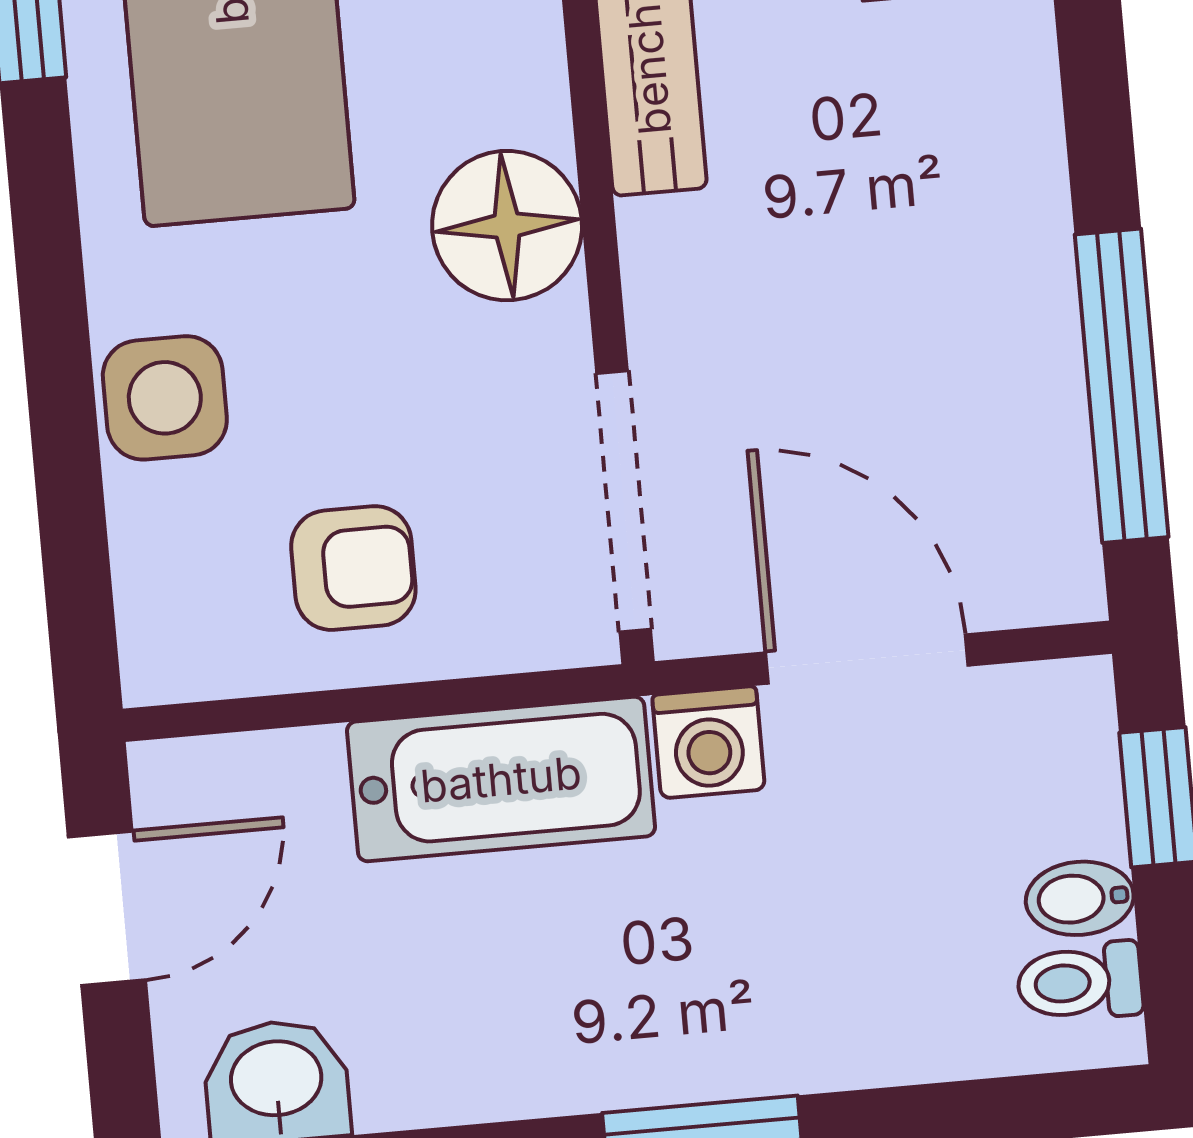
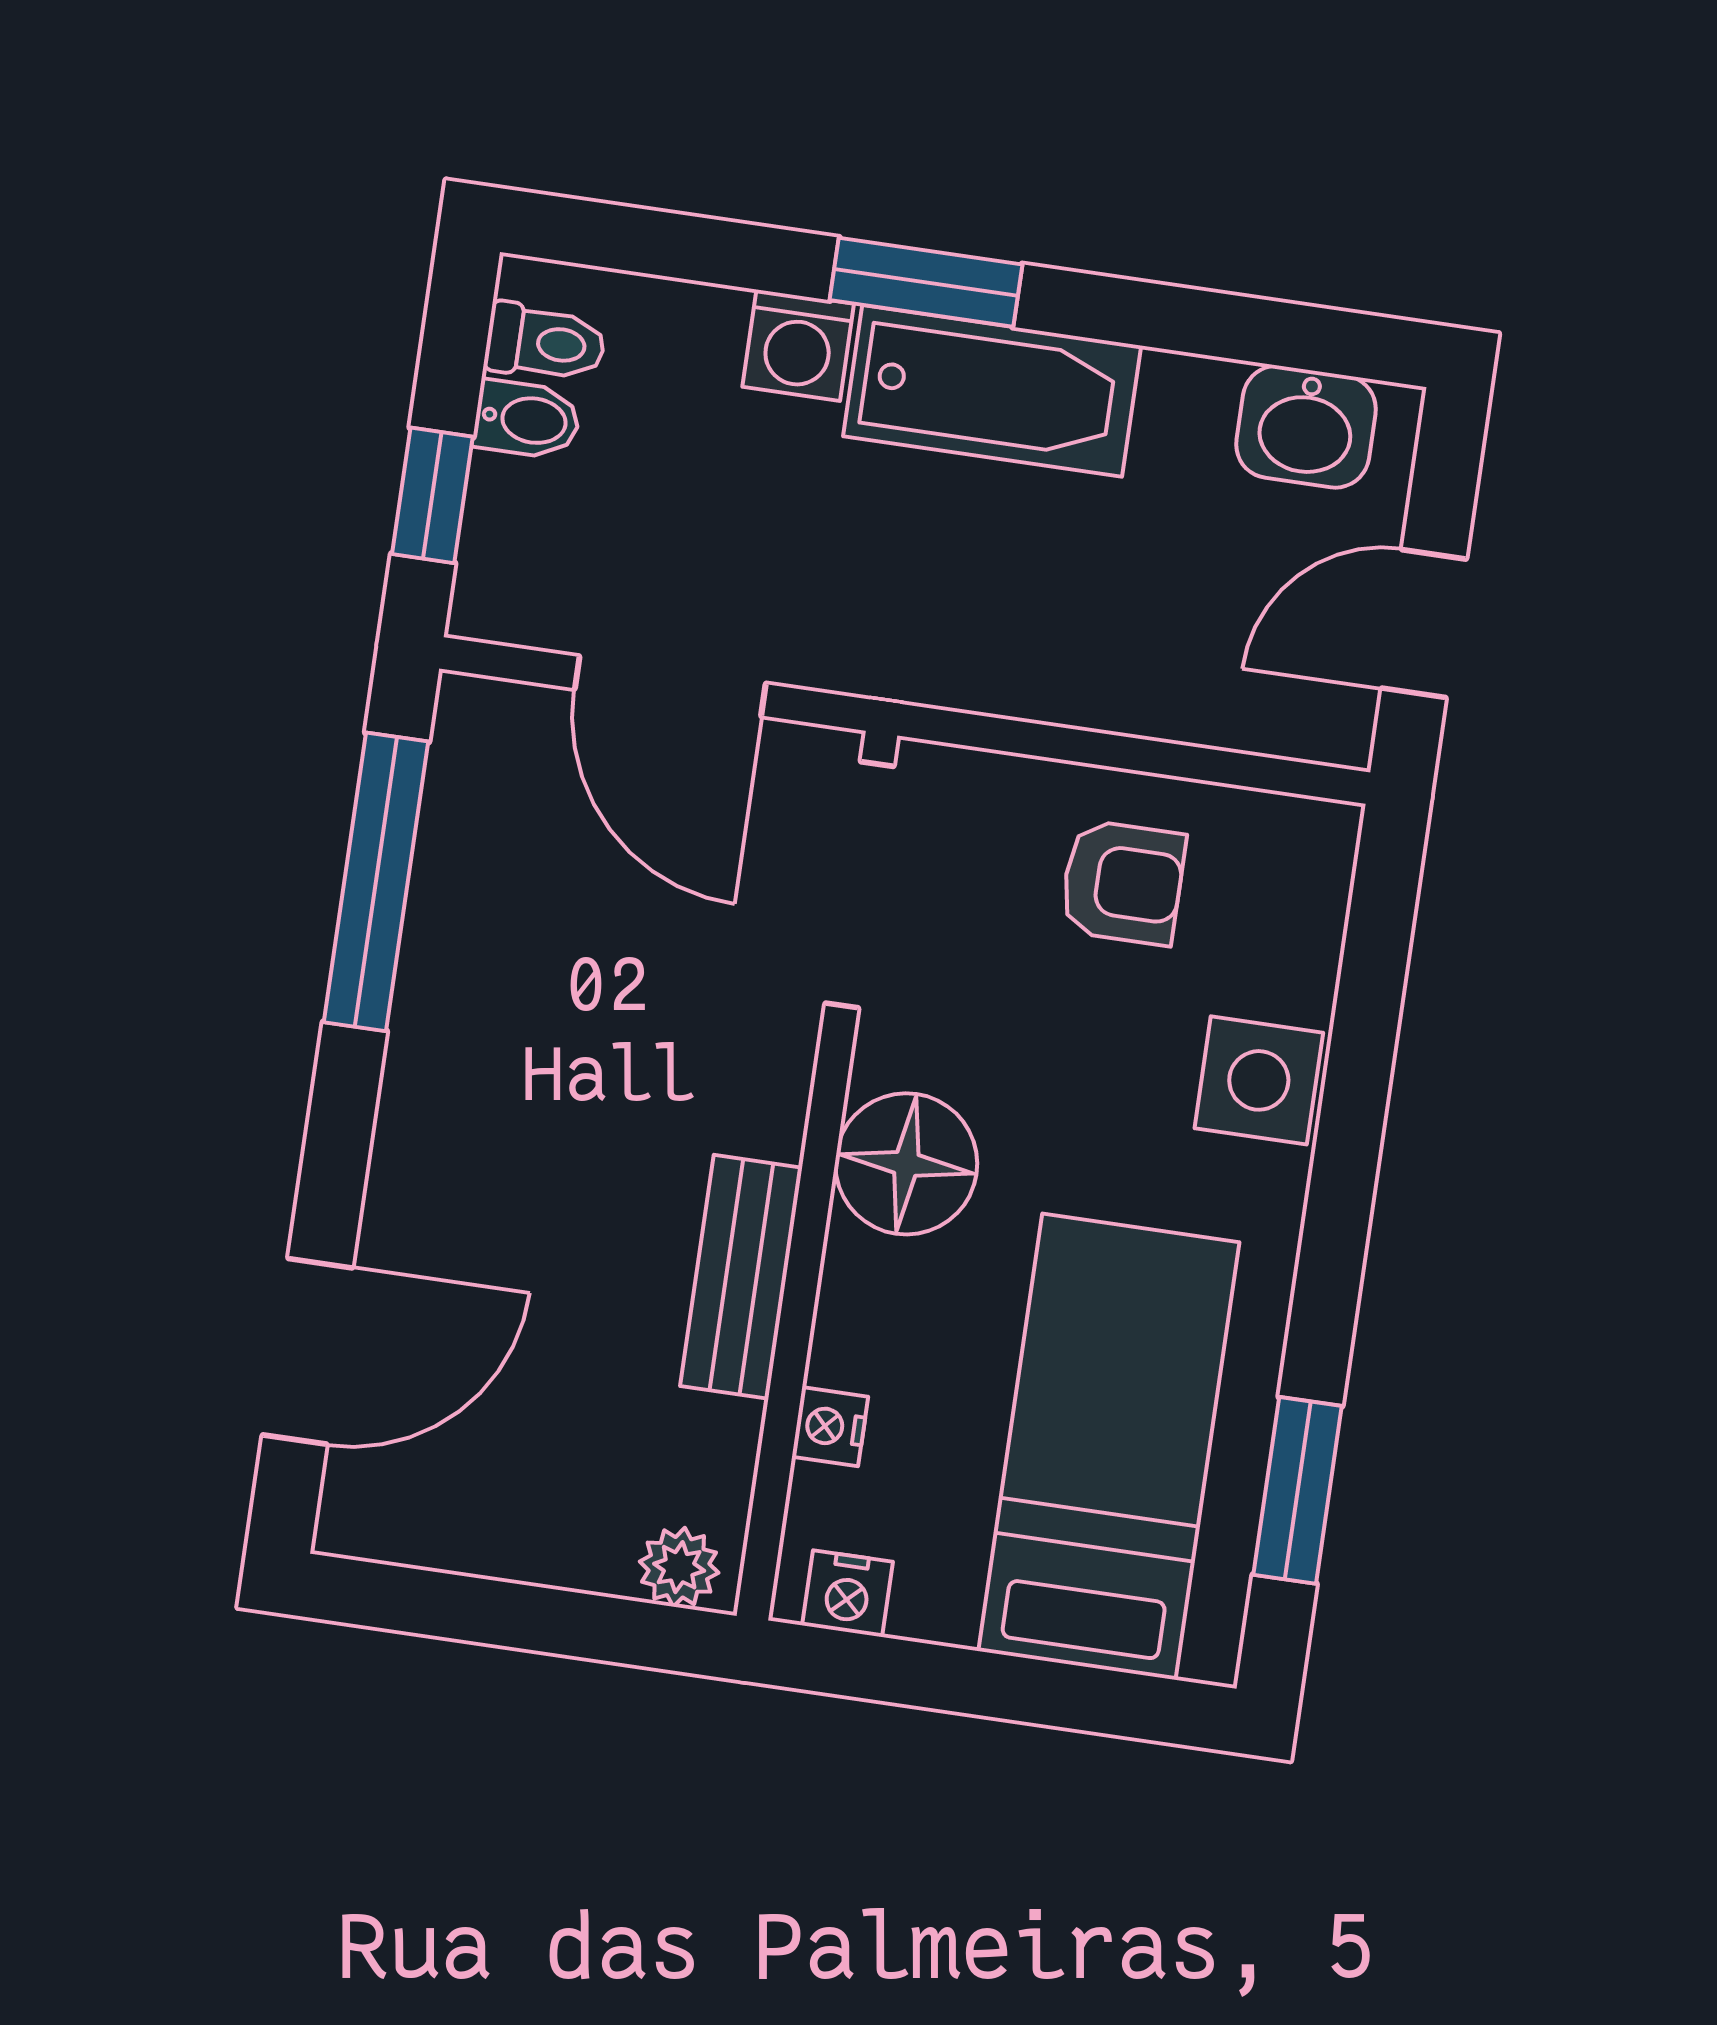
armchair: (353, 568) -> (1123, 883), turned 180
washing machine: (708, 742) -> (798, 345), moved, turned 180
bathtub: (501, 779) -> (992, 391), moved, turned 180

